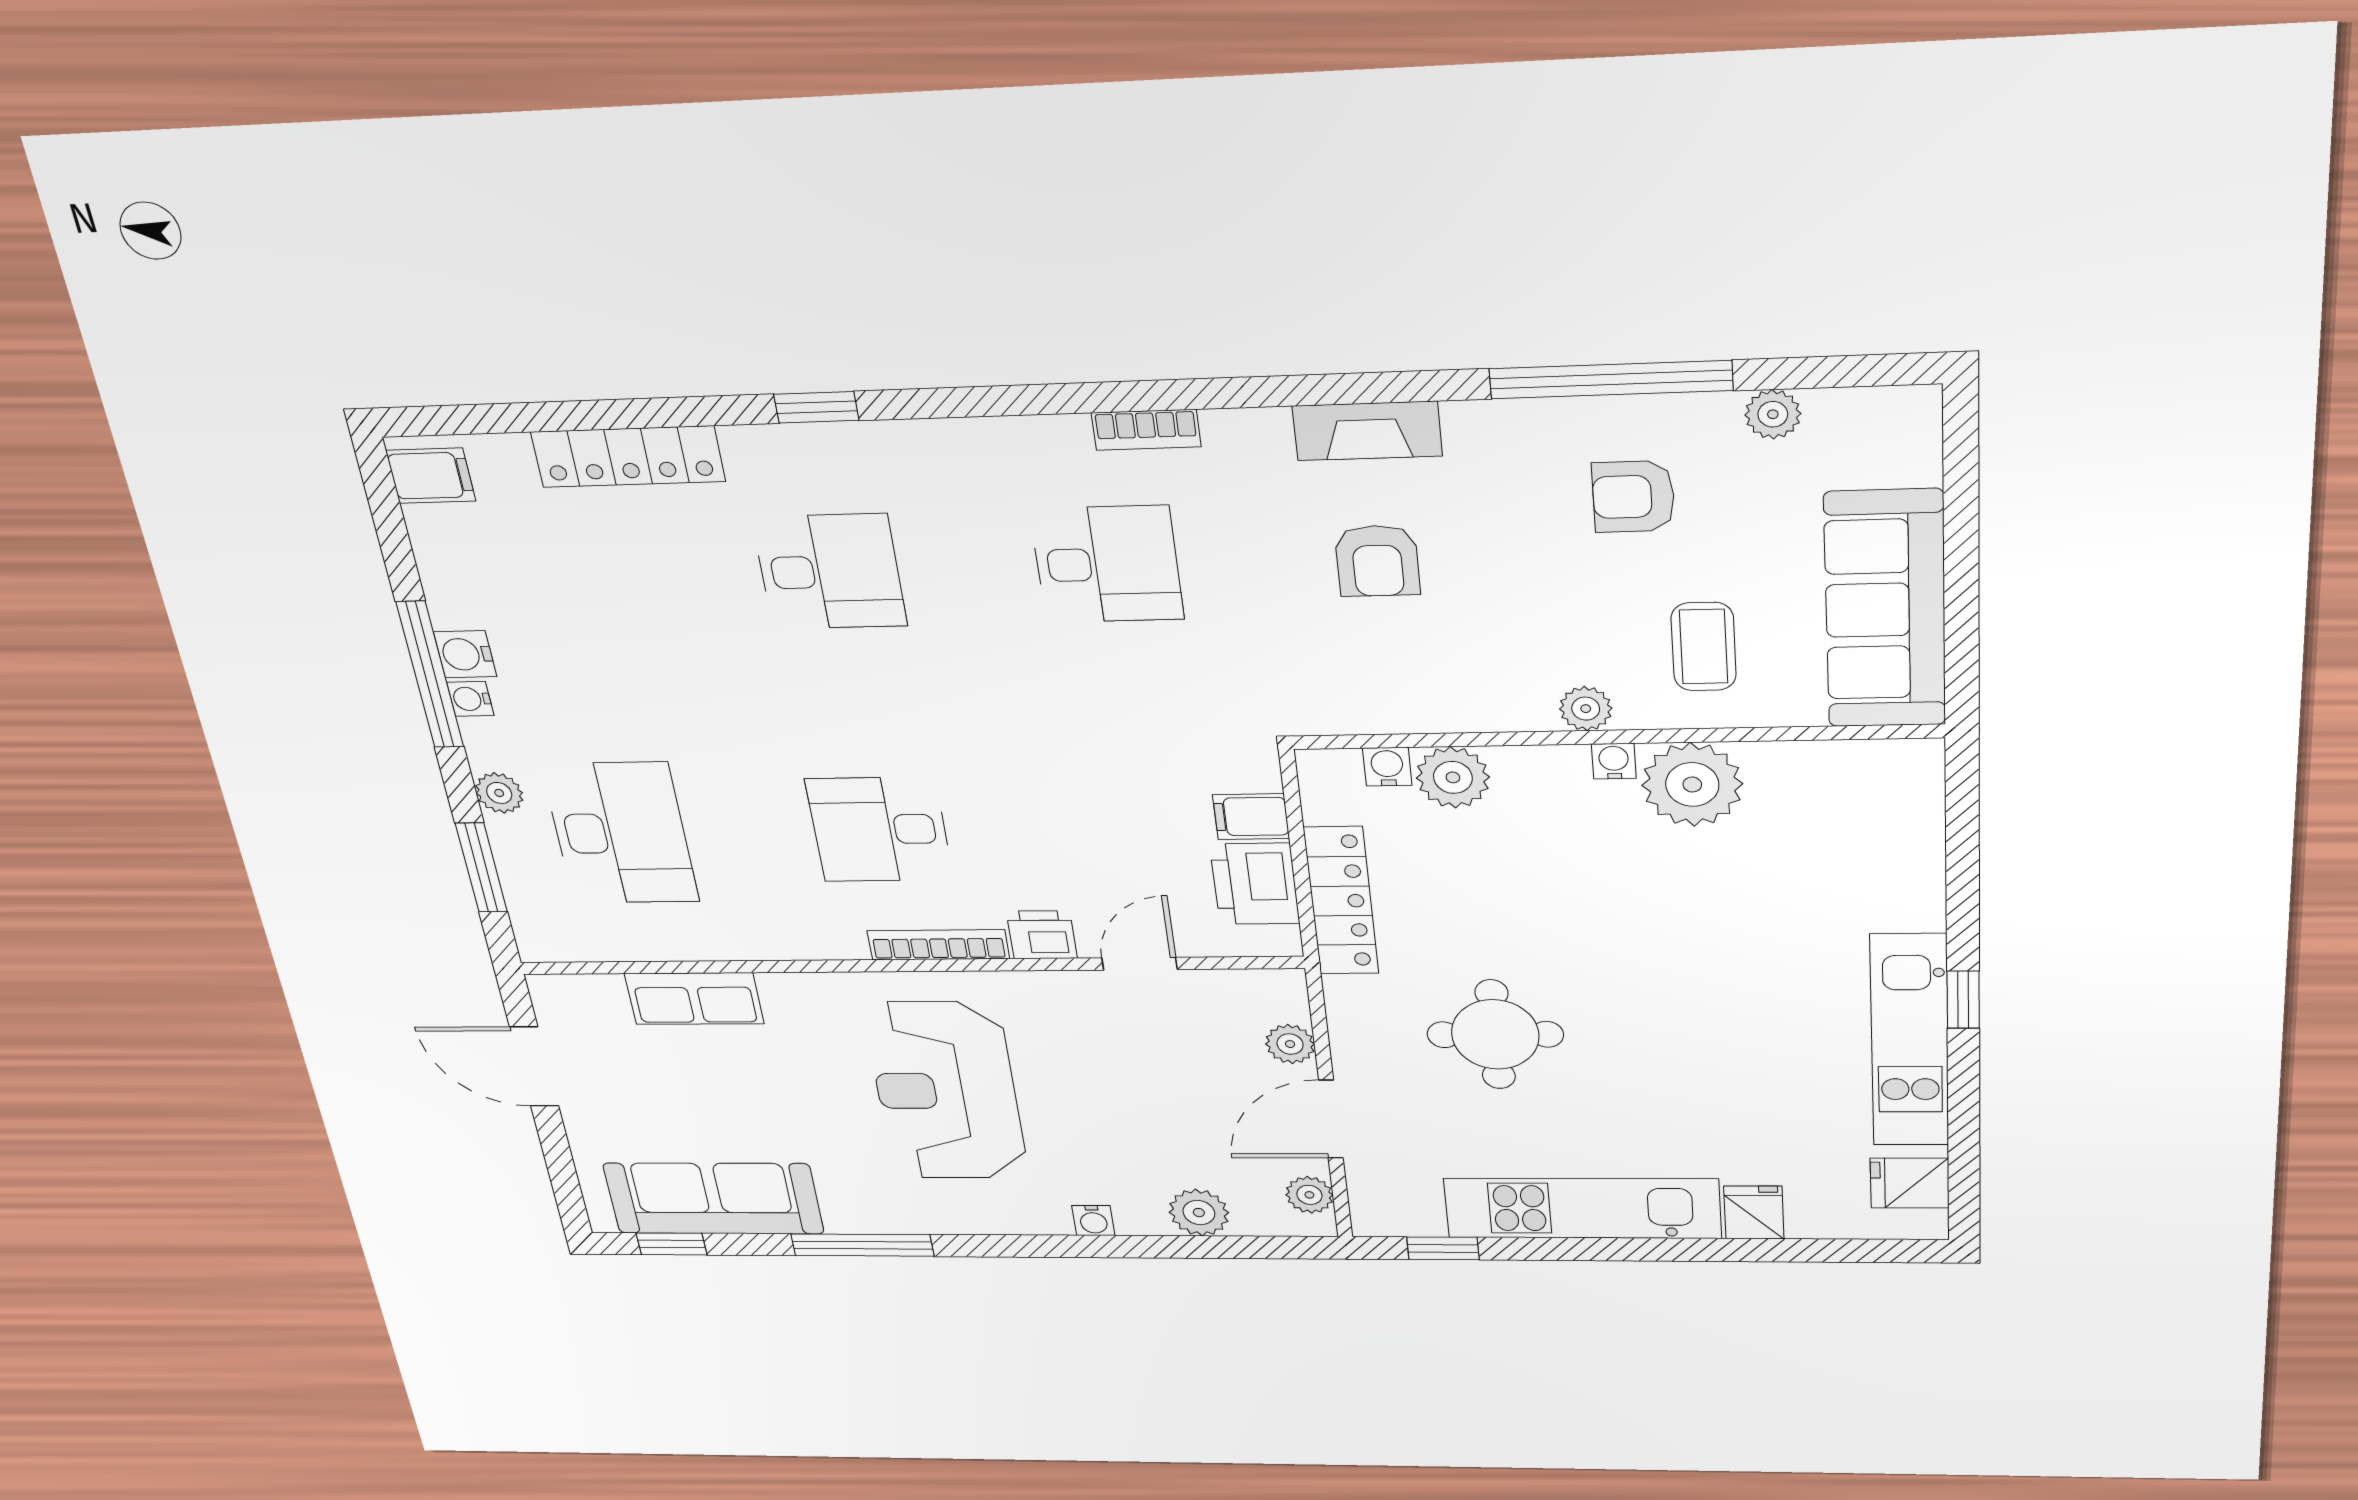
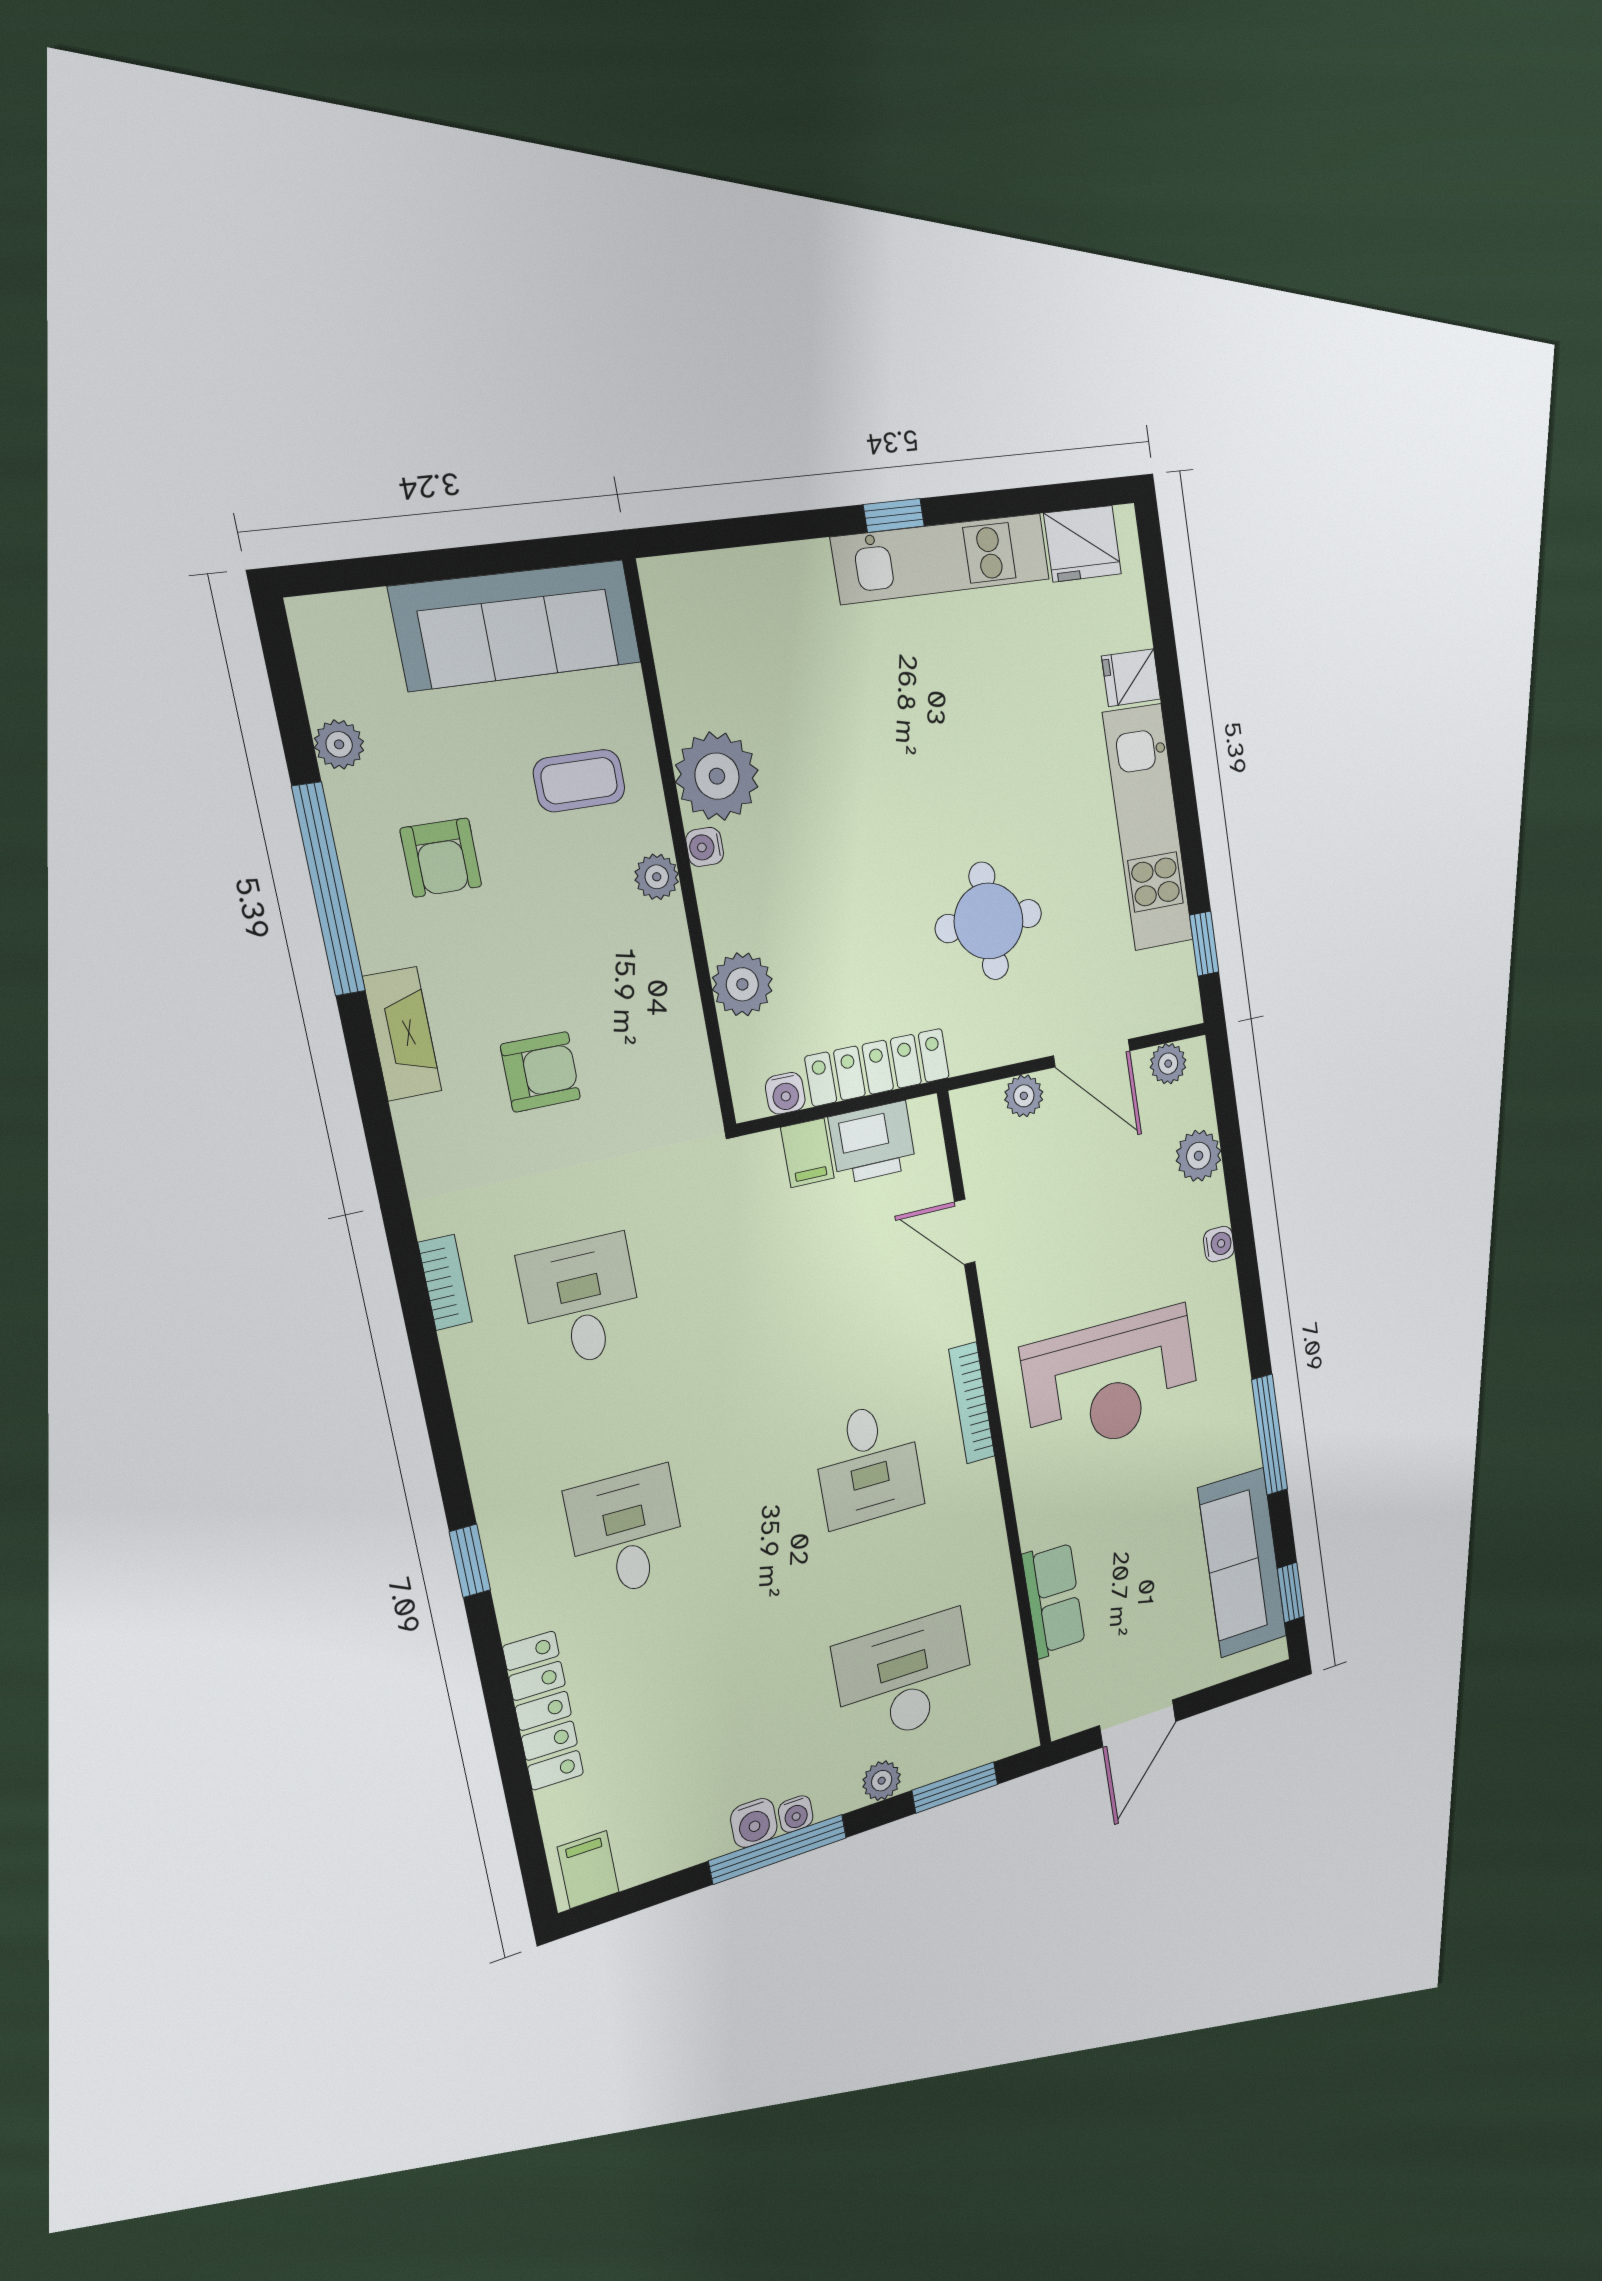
fireplace: (1367, 431) -> (402, 1034), moved
water cooler: (1387, 767) -> (785, 1093), moved, turned -90
printer: (1042, 935) -> (949, 1317), removed
fridge: (1910, 1183) -> (1083, 544), width x1.38

